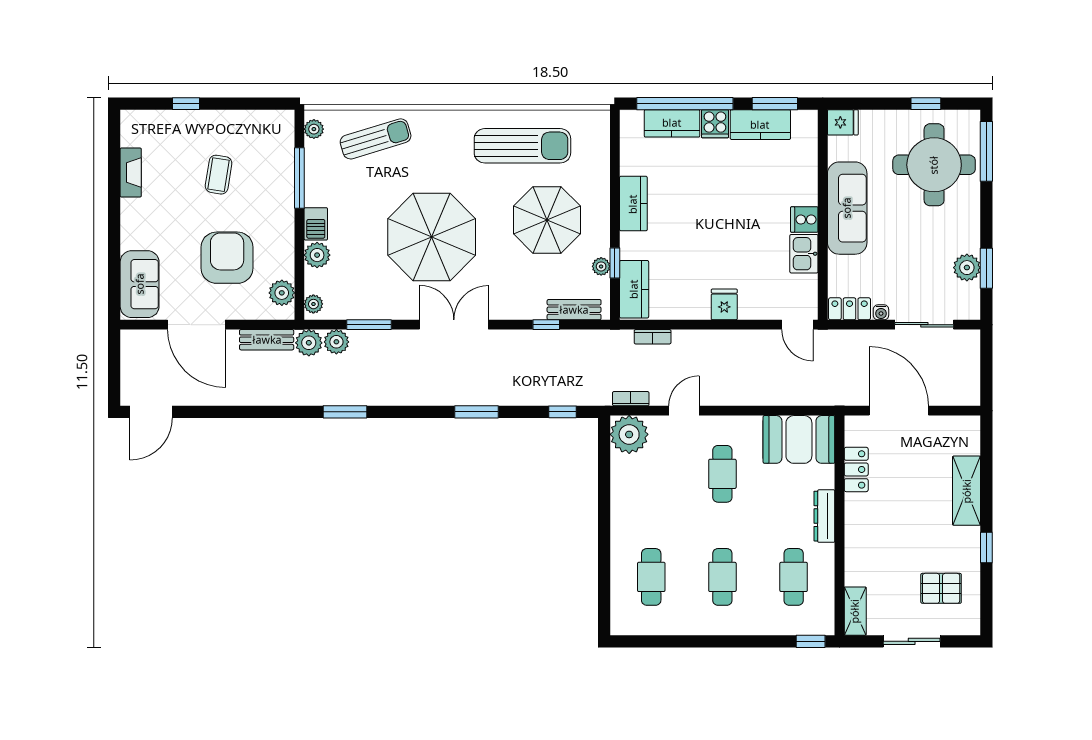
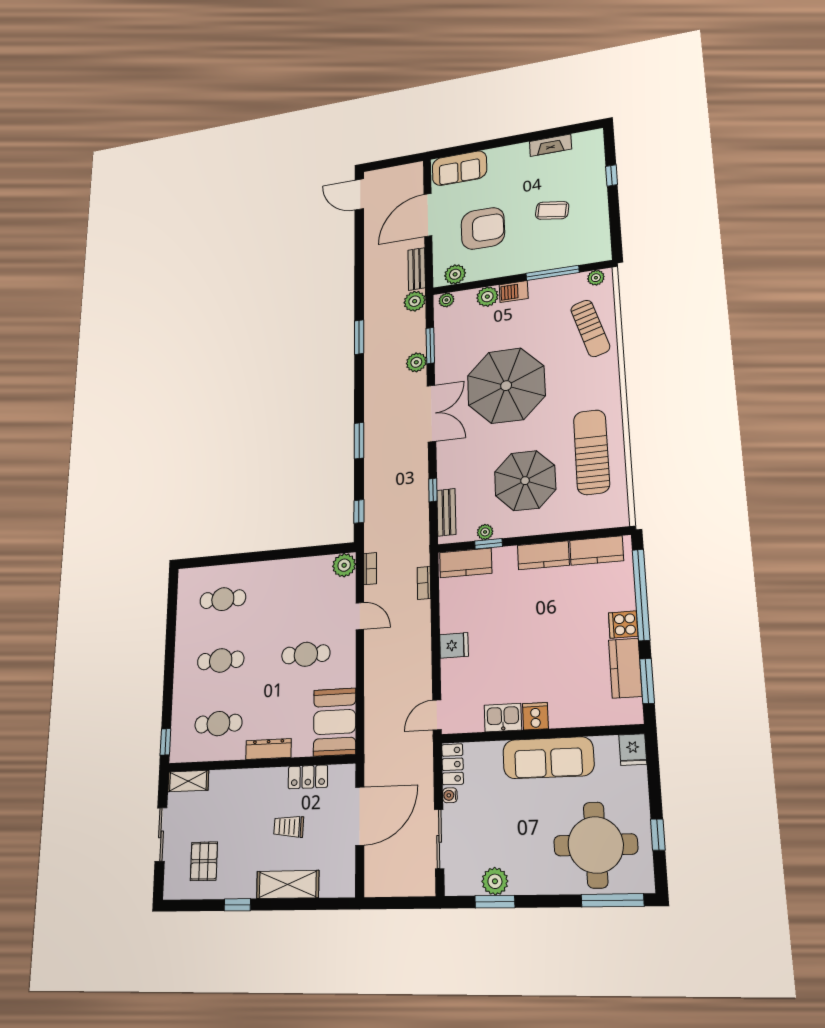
kitchen counter: (672, 123) -> (597, 551), moved, turned -90
sun lounger: (522, 146) -> (591, 452), turned 180
plant: (336, 342) -> (416, 362), moved
plant: (629, 434) -> (344, 565), width x0.73, depth x0.73
trolley: (908, 491) -> (289, 827), added

